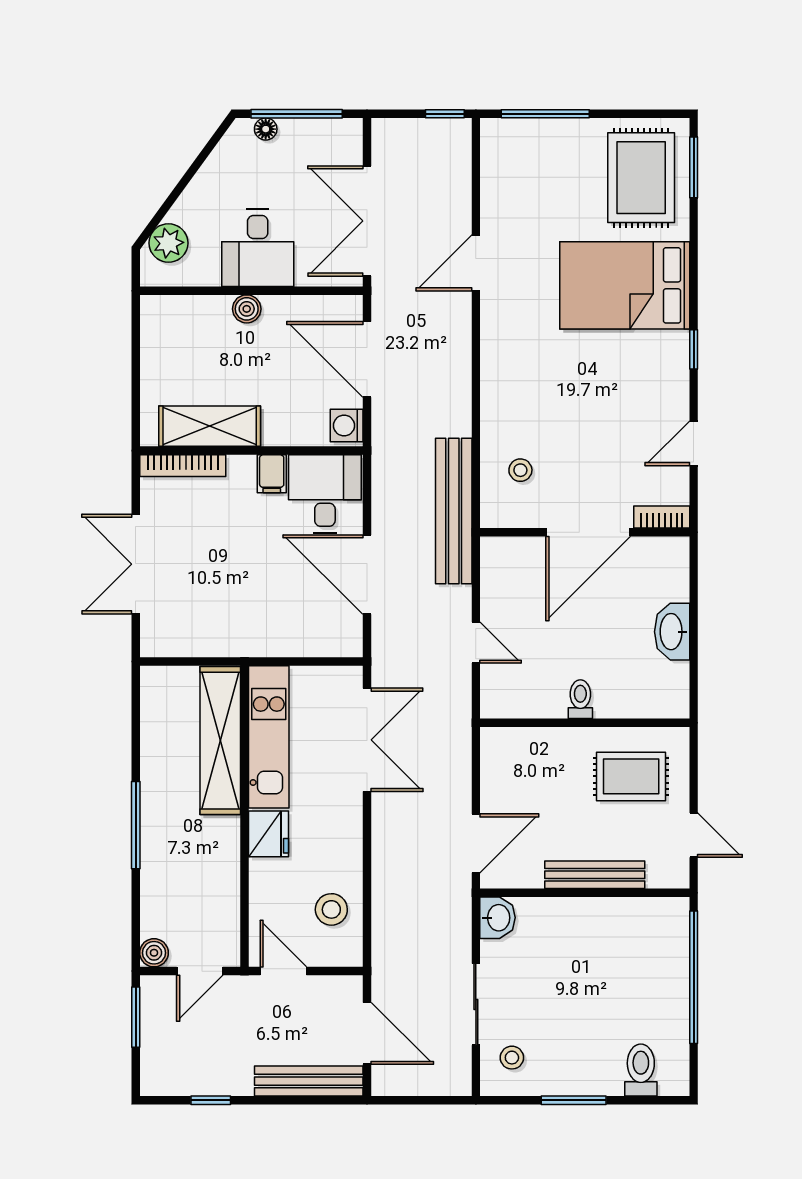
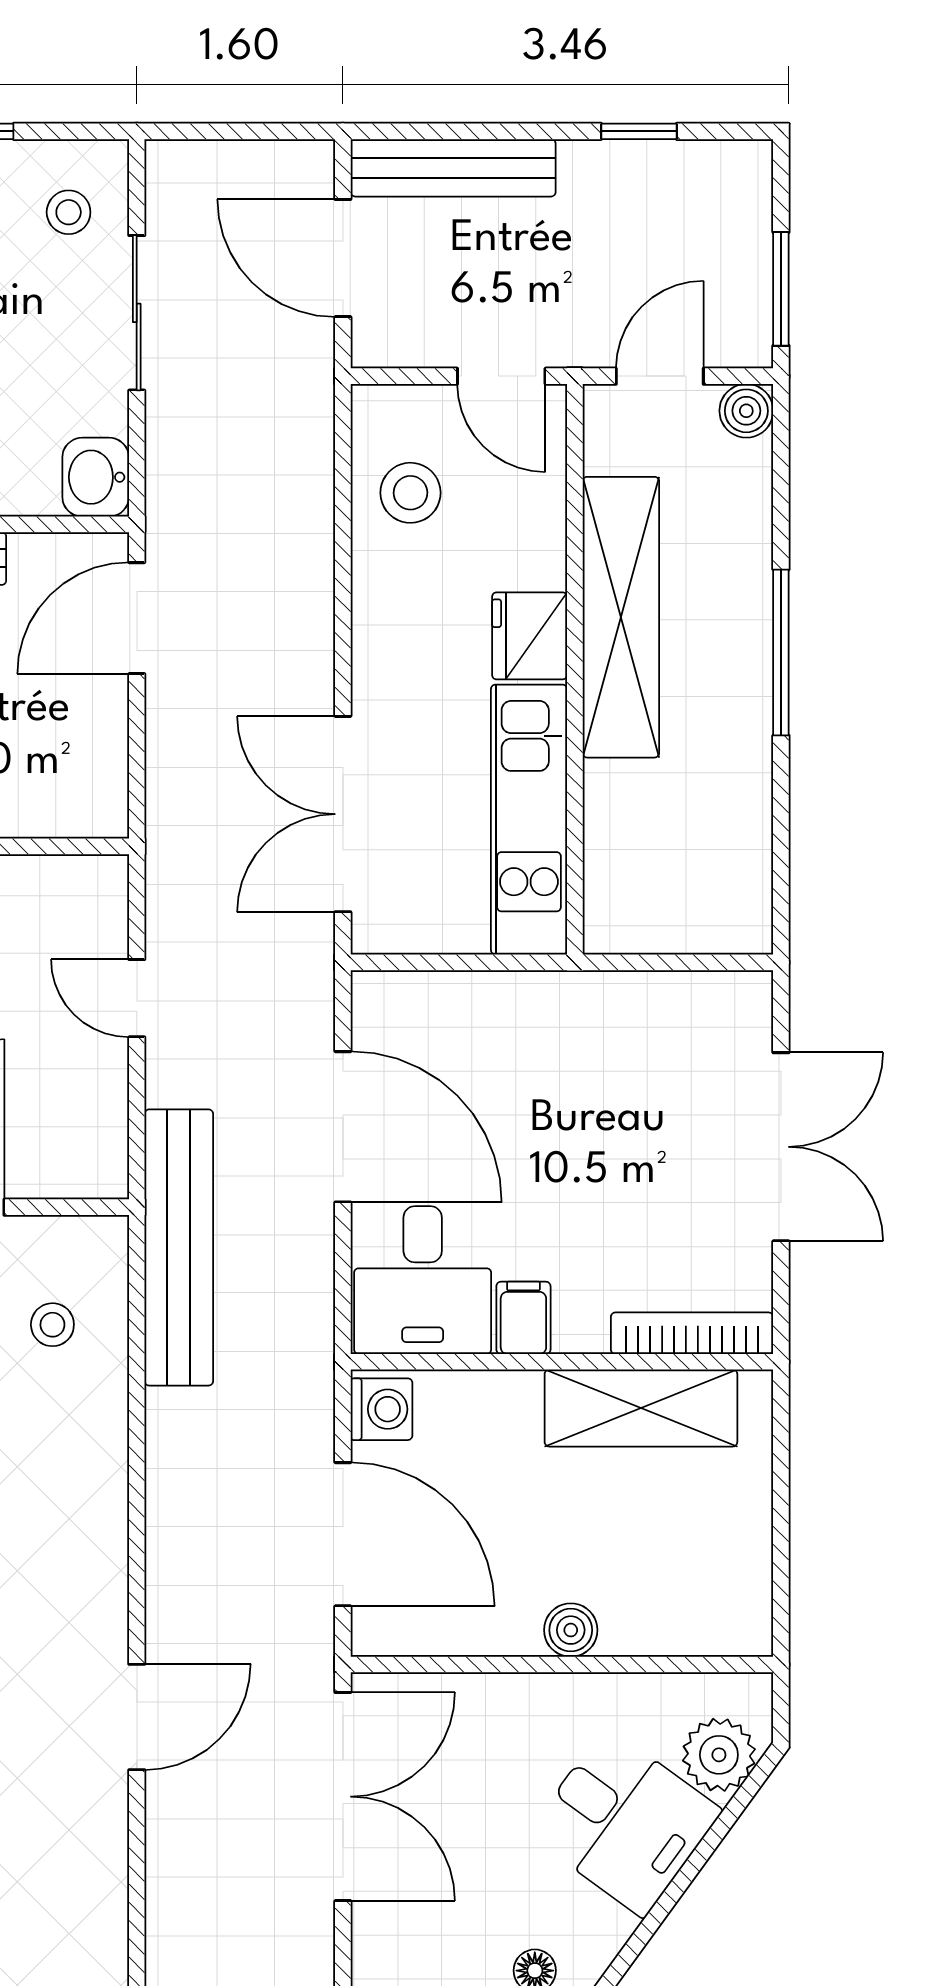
desk: (258, 248) -> (625, 1822), moved, turned 126
shelving: (220, 741) -> (621, 617), moved

